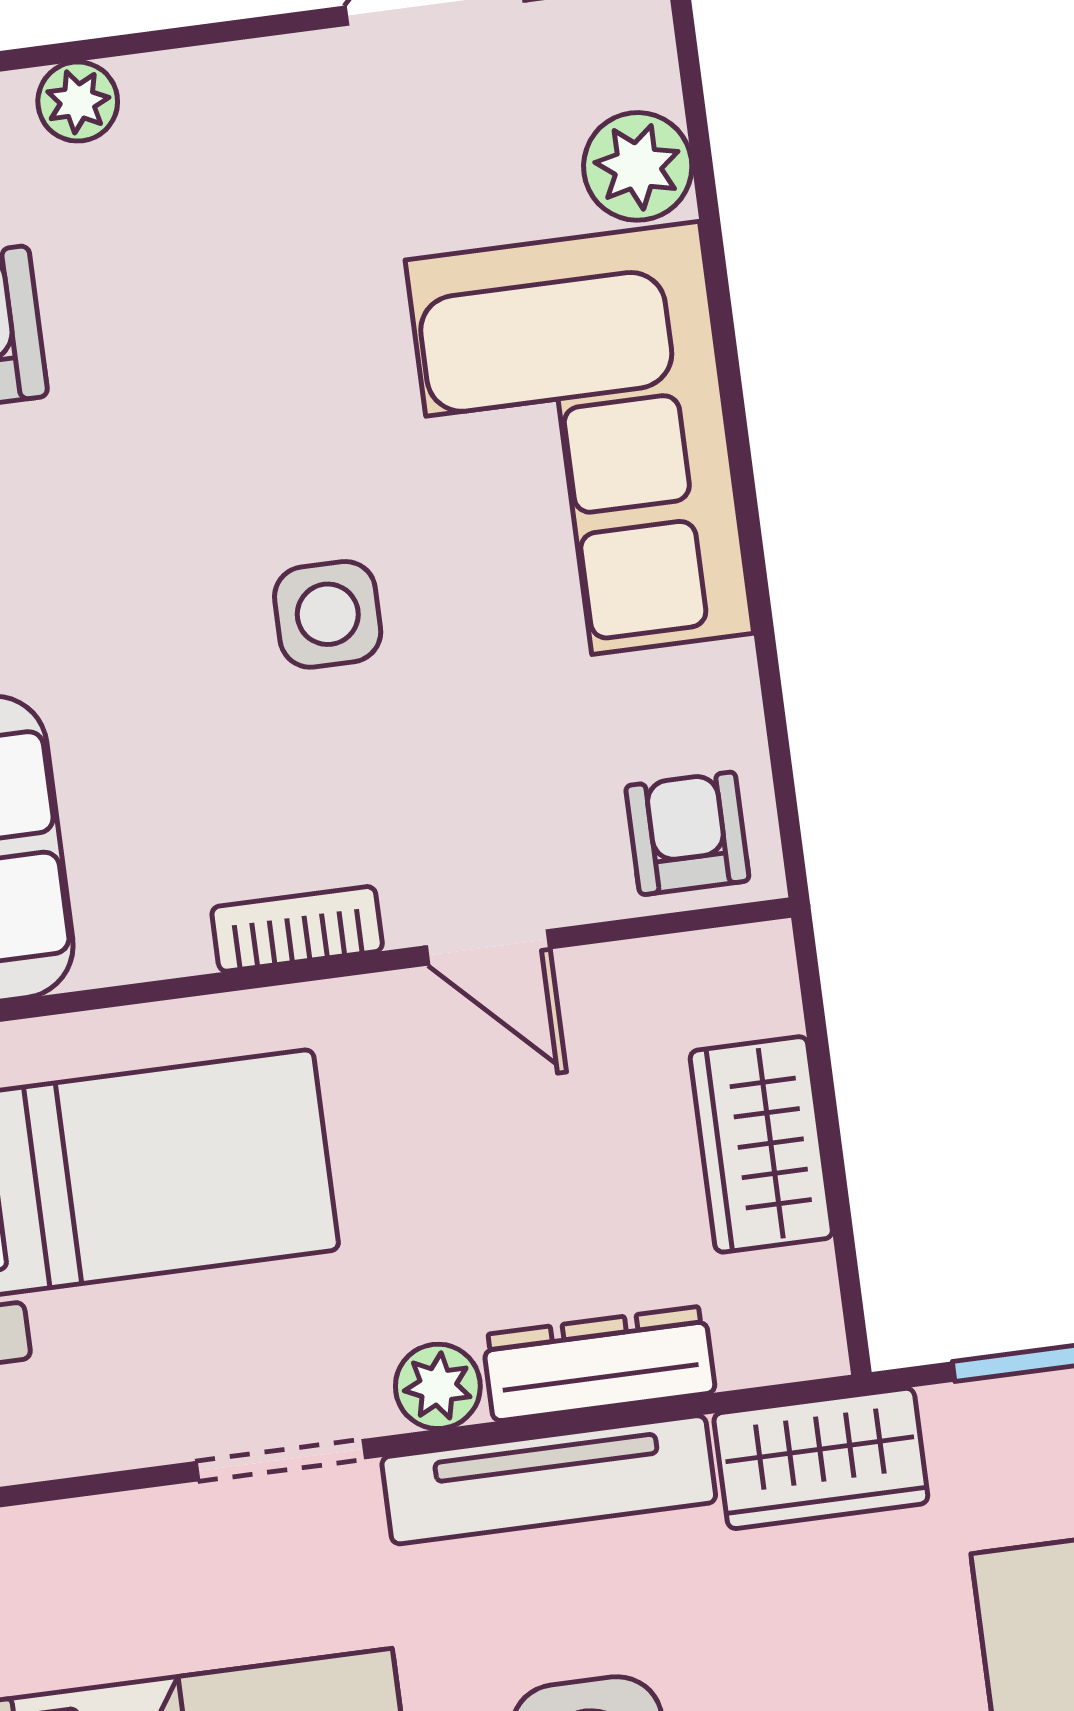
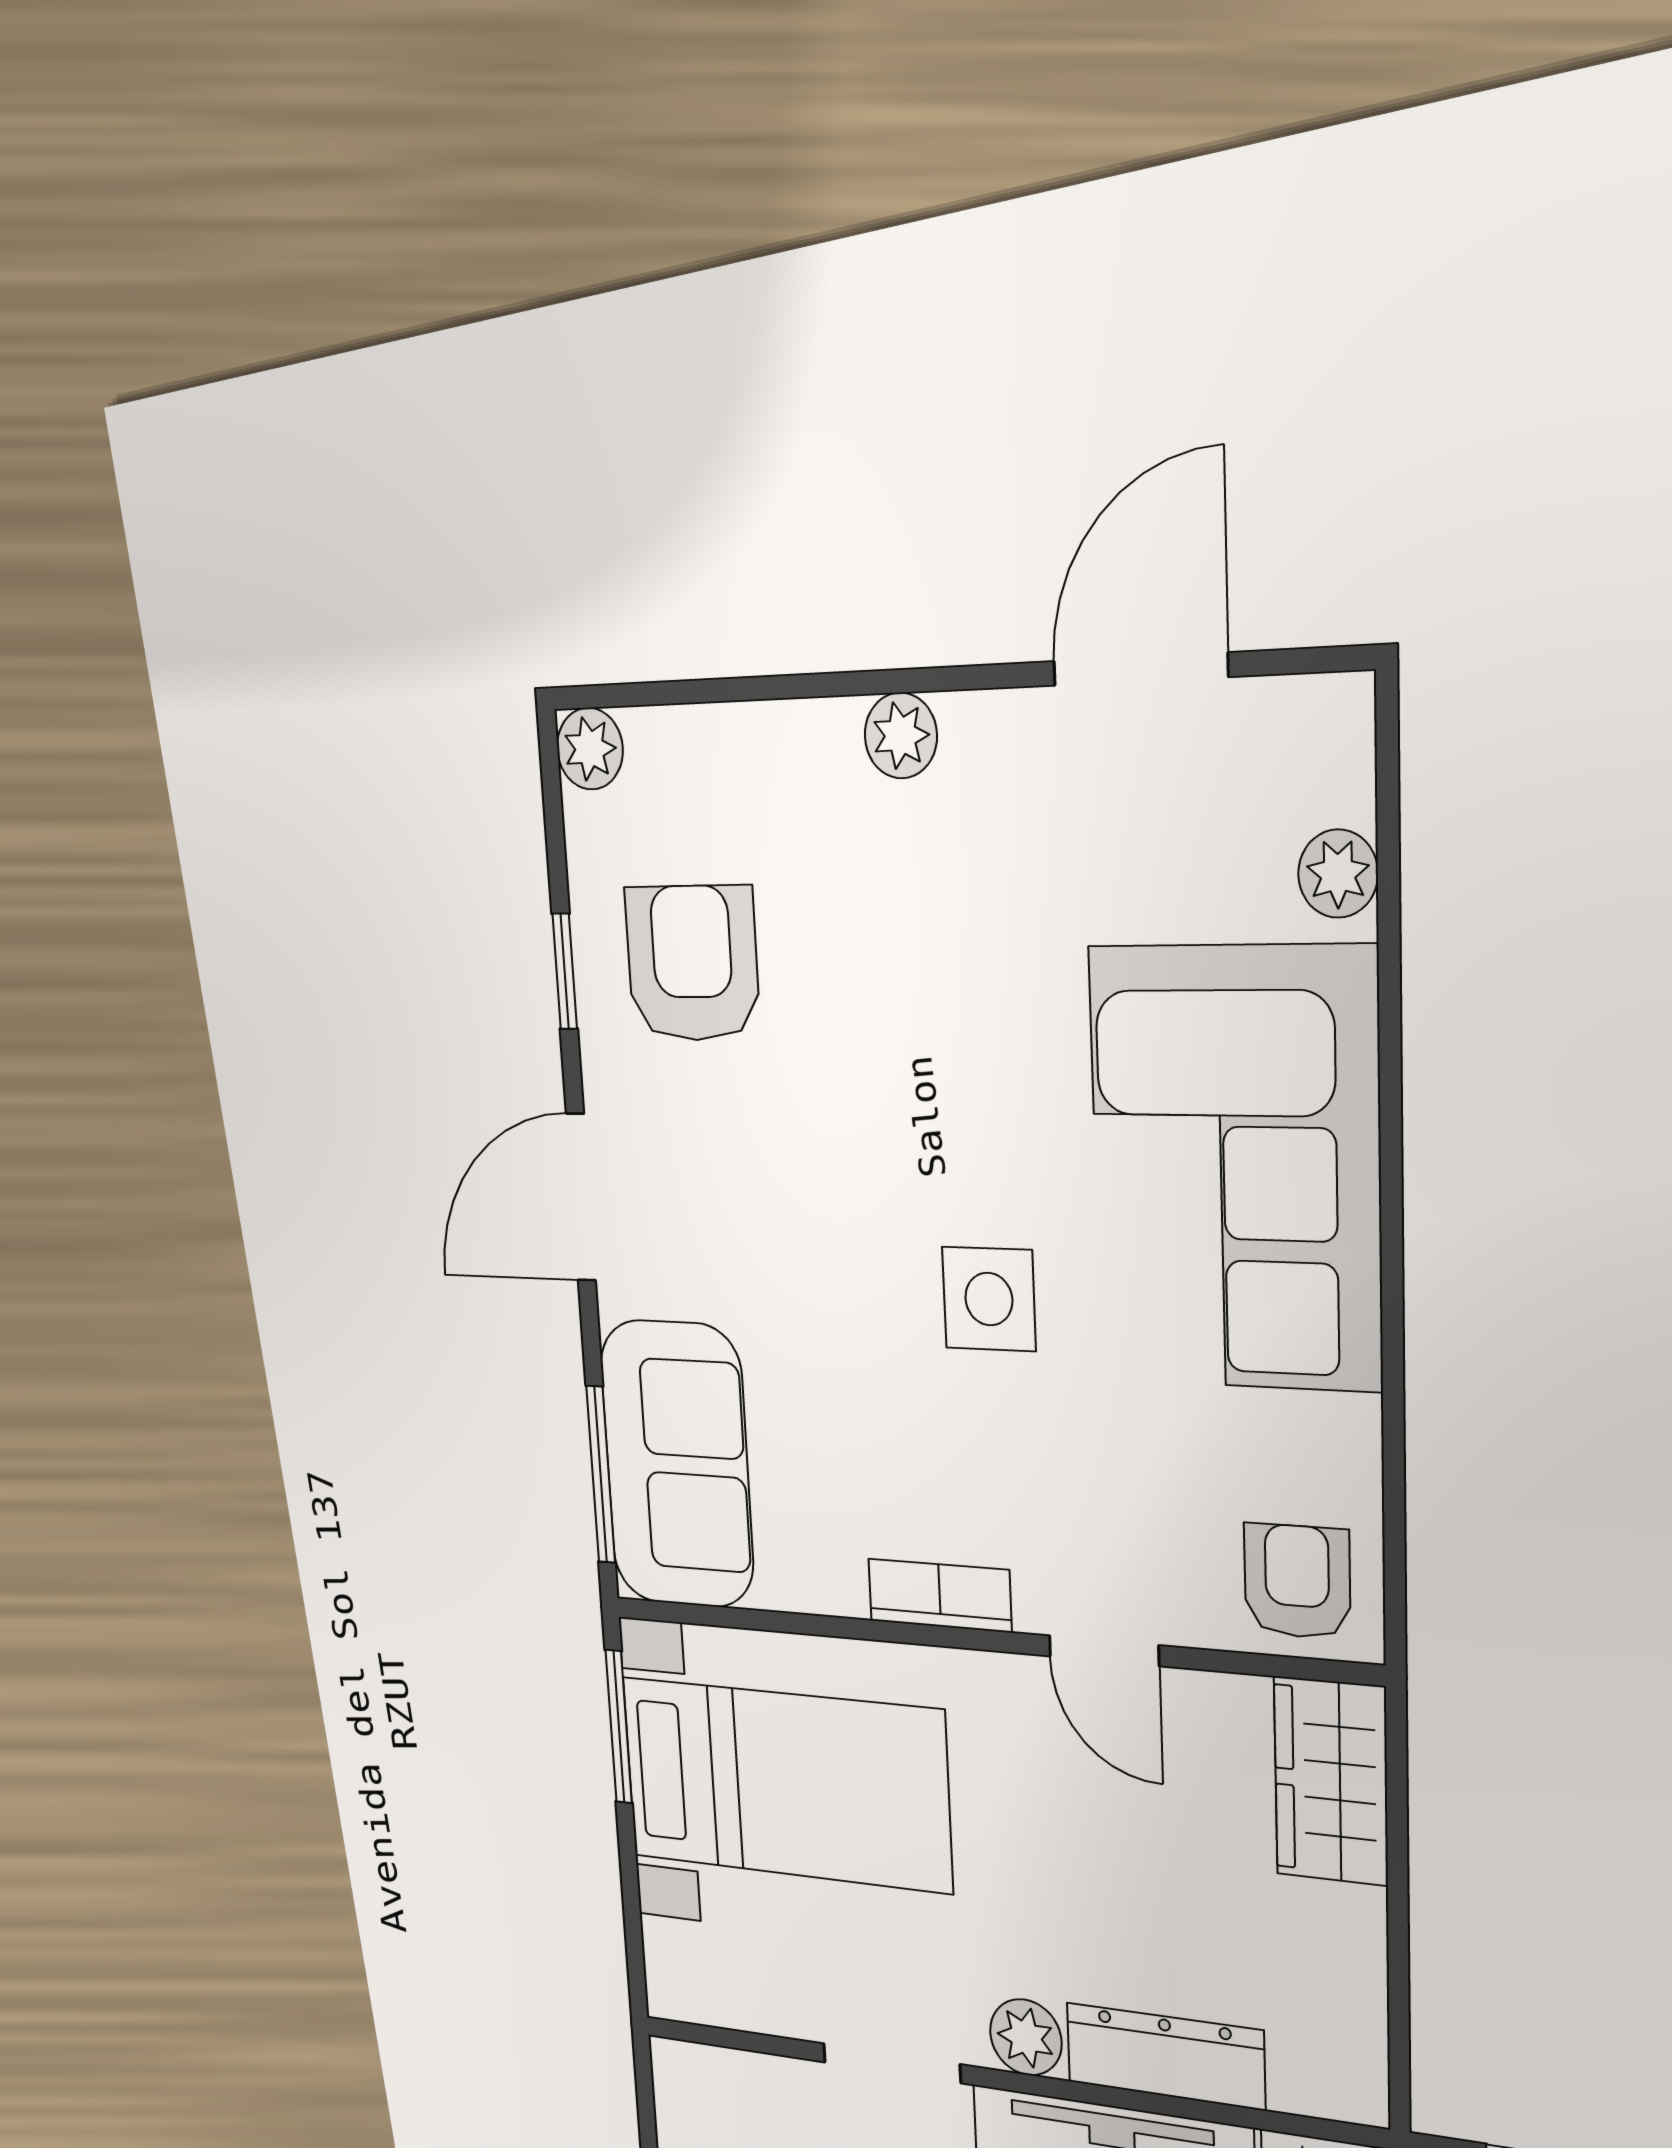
plant: (78, 102) -> (901, 736), moved
plant: (638, 166) -> (1338, 874), width x0.73, depth x0.73
wardrobe: (761, 1144) -> (1331, 1781), moved

